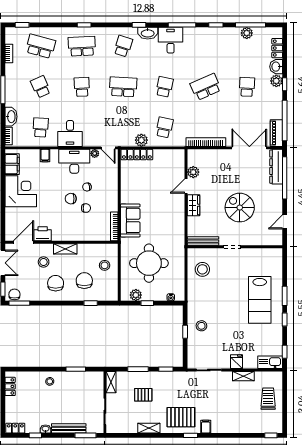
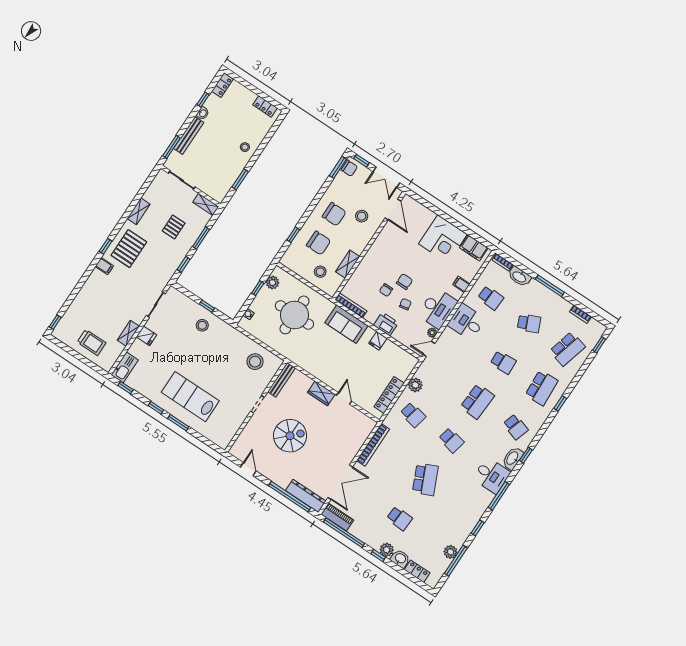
locker: (137, 155) -> (389, 395), moved
plant: (193, 172) -> (353, 414), removed
fridge: (127, 189) -> (378, 341), added
printer: (43, 234) -> (386, 324), moved, turned -90
shelving: (65, 249) -> (348, 264), moved

